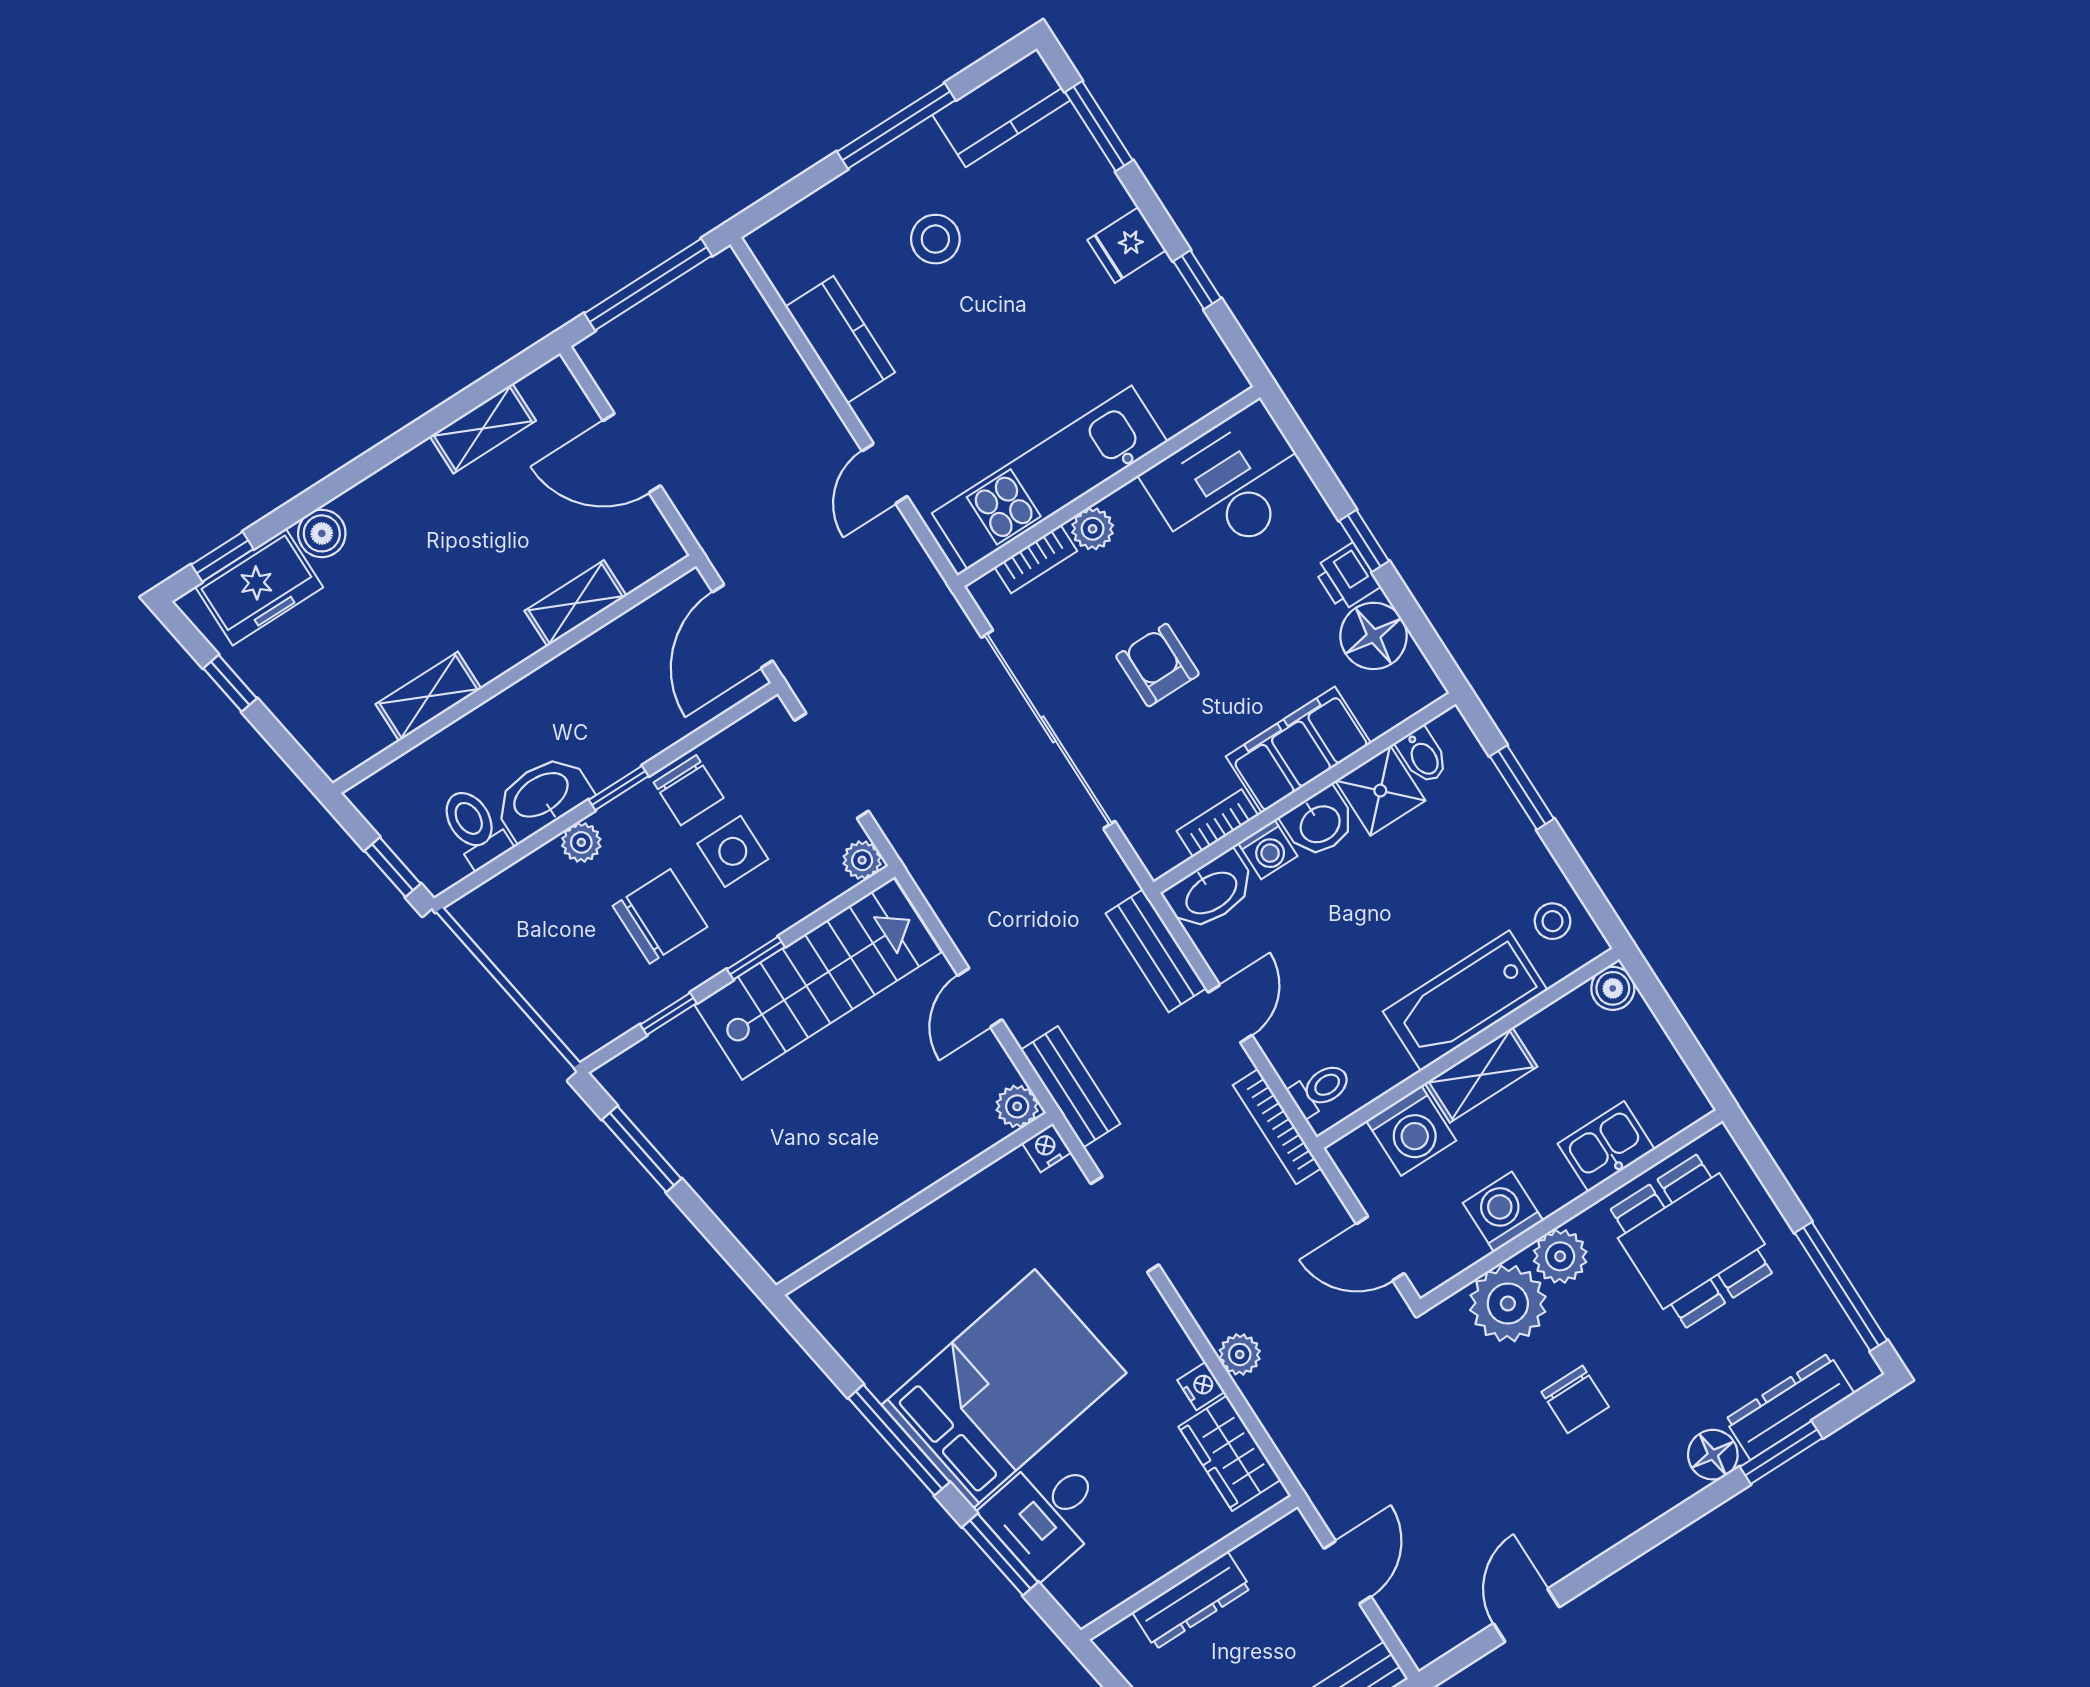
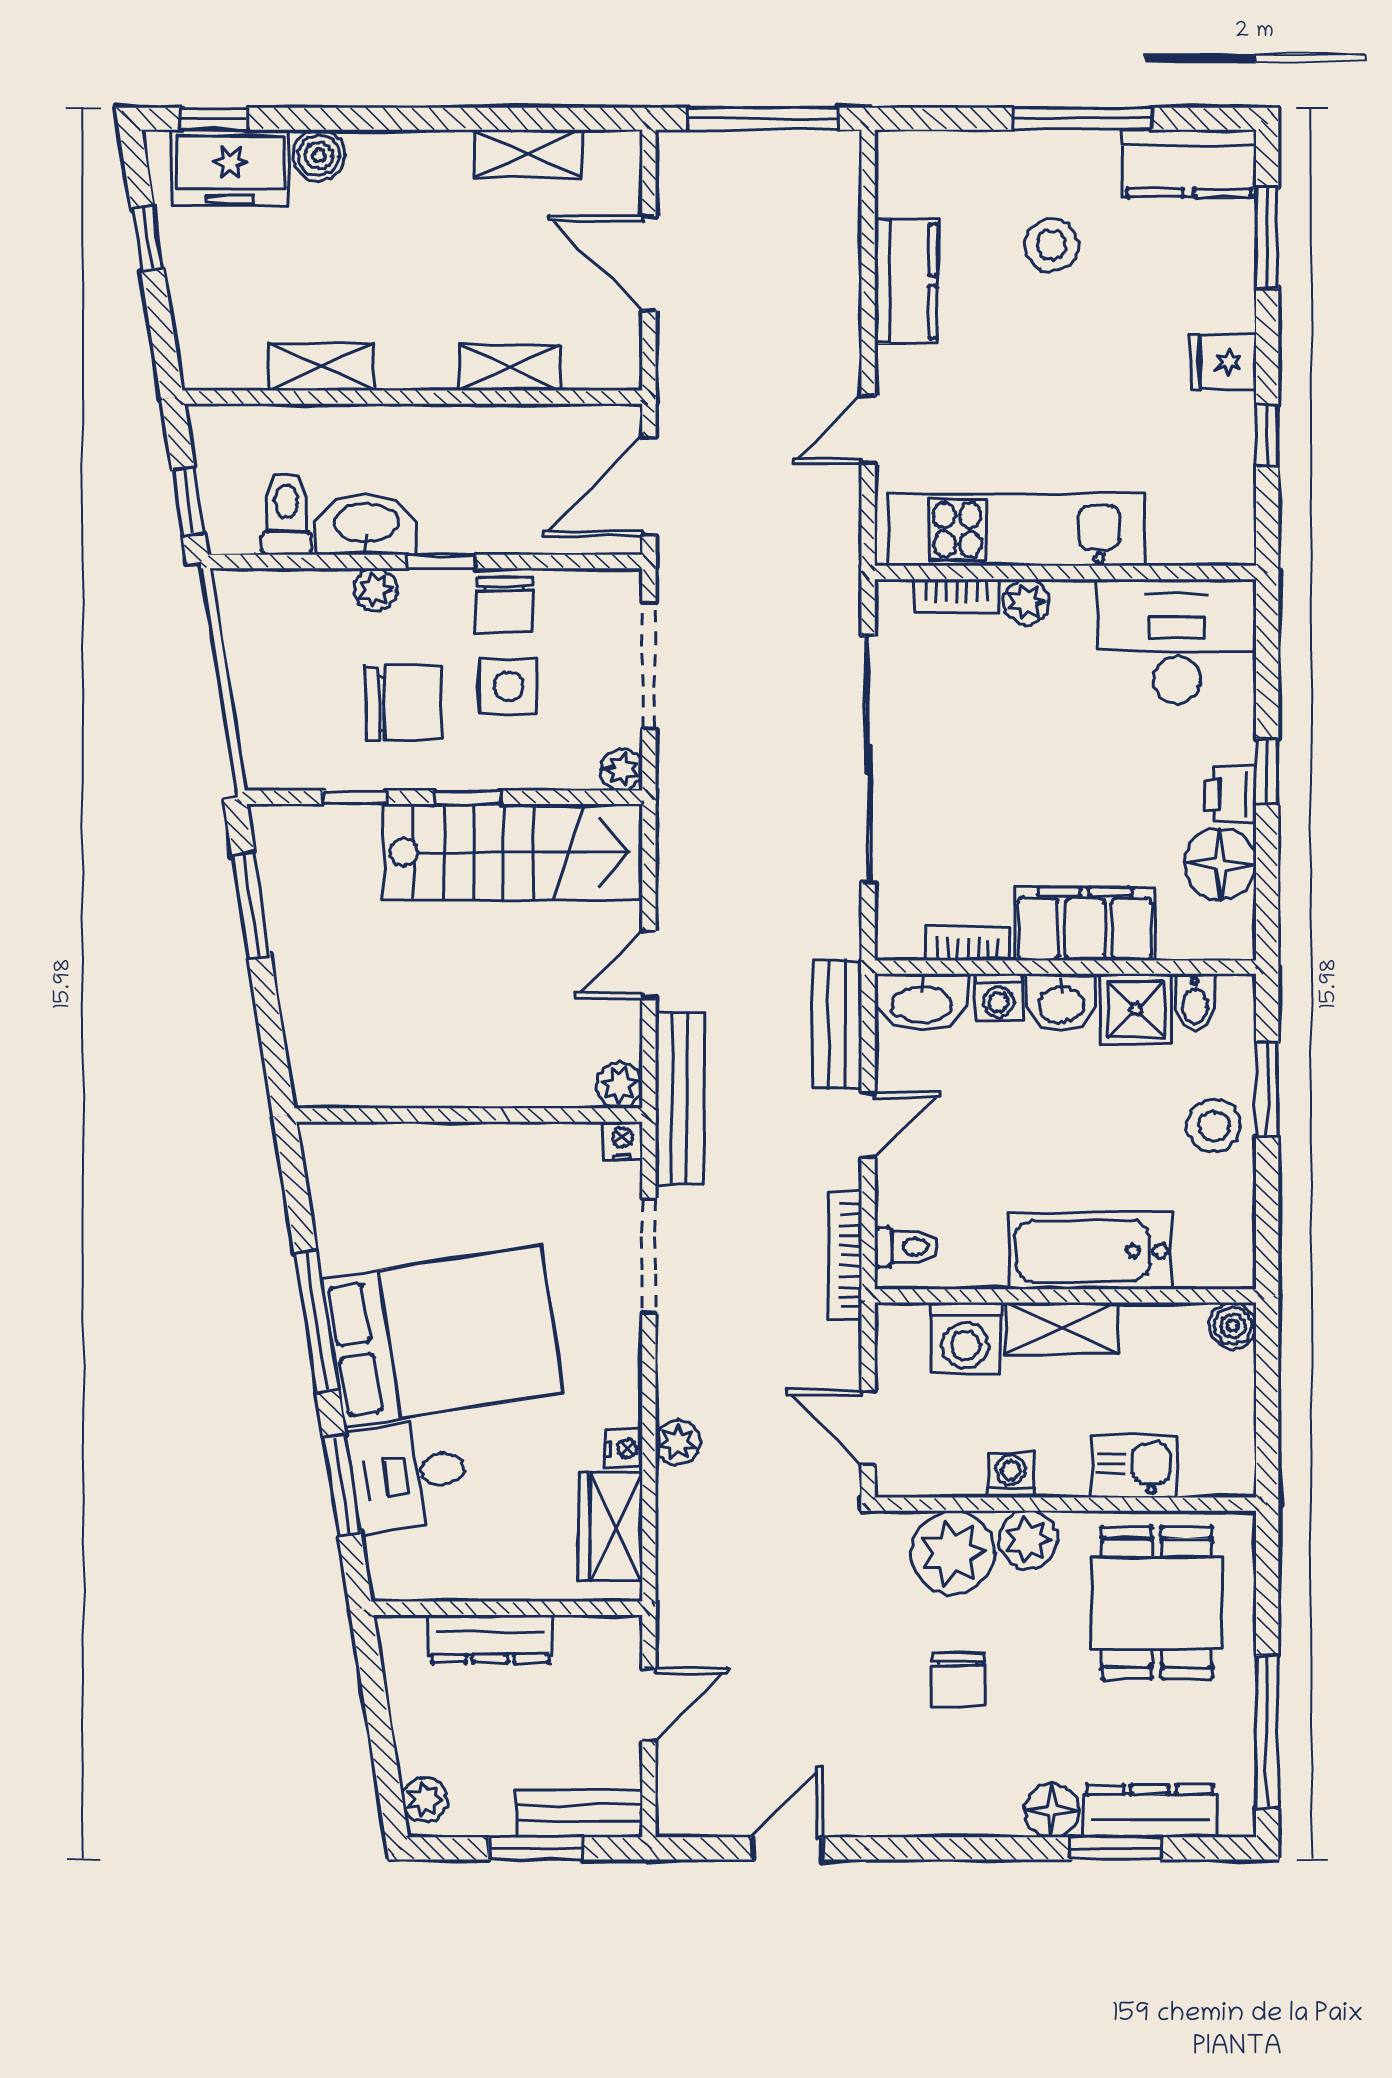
armchair: (1157, 665) -> (1006, 764), removed
stool: (1552, 921) -> (1214, 1126), moved, width x1.37, depth x1.37
bench: (1070, 1087) -> (680, 1099), width x1.36
washing machine: (1503, 1212) -> (1010, 1475), width x0.73, depth x0.73

